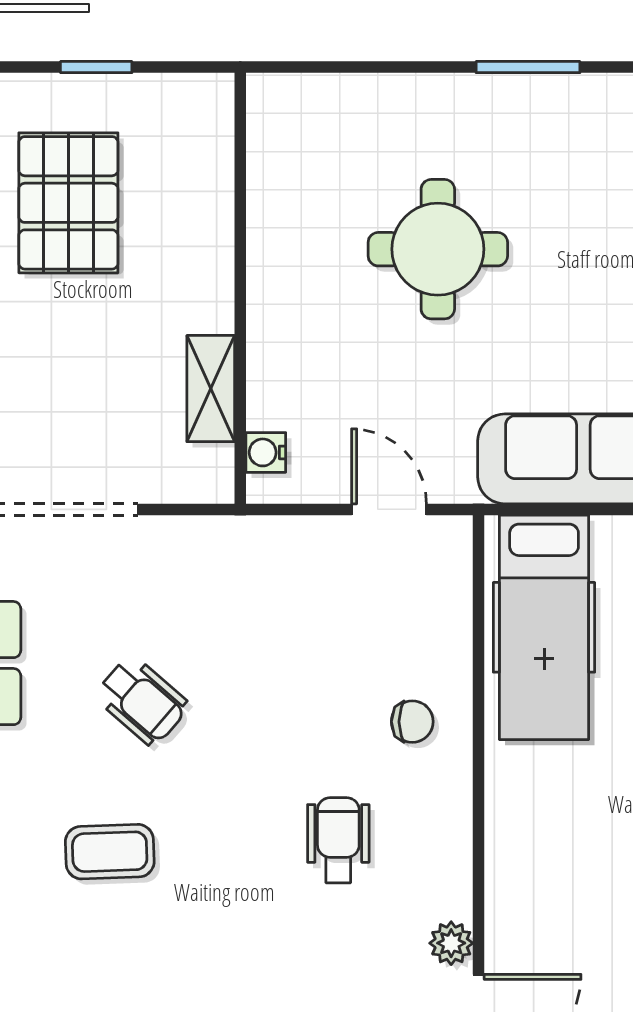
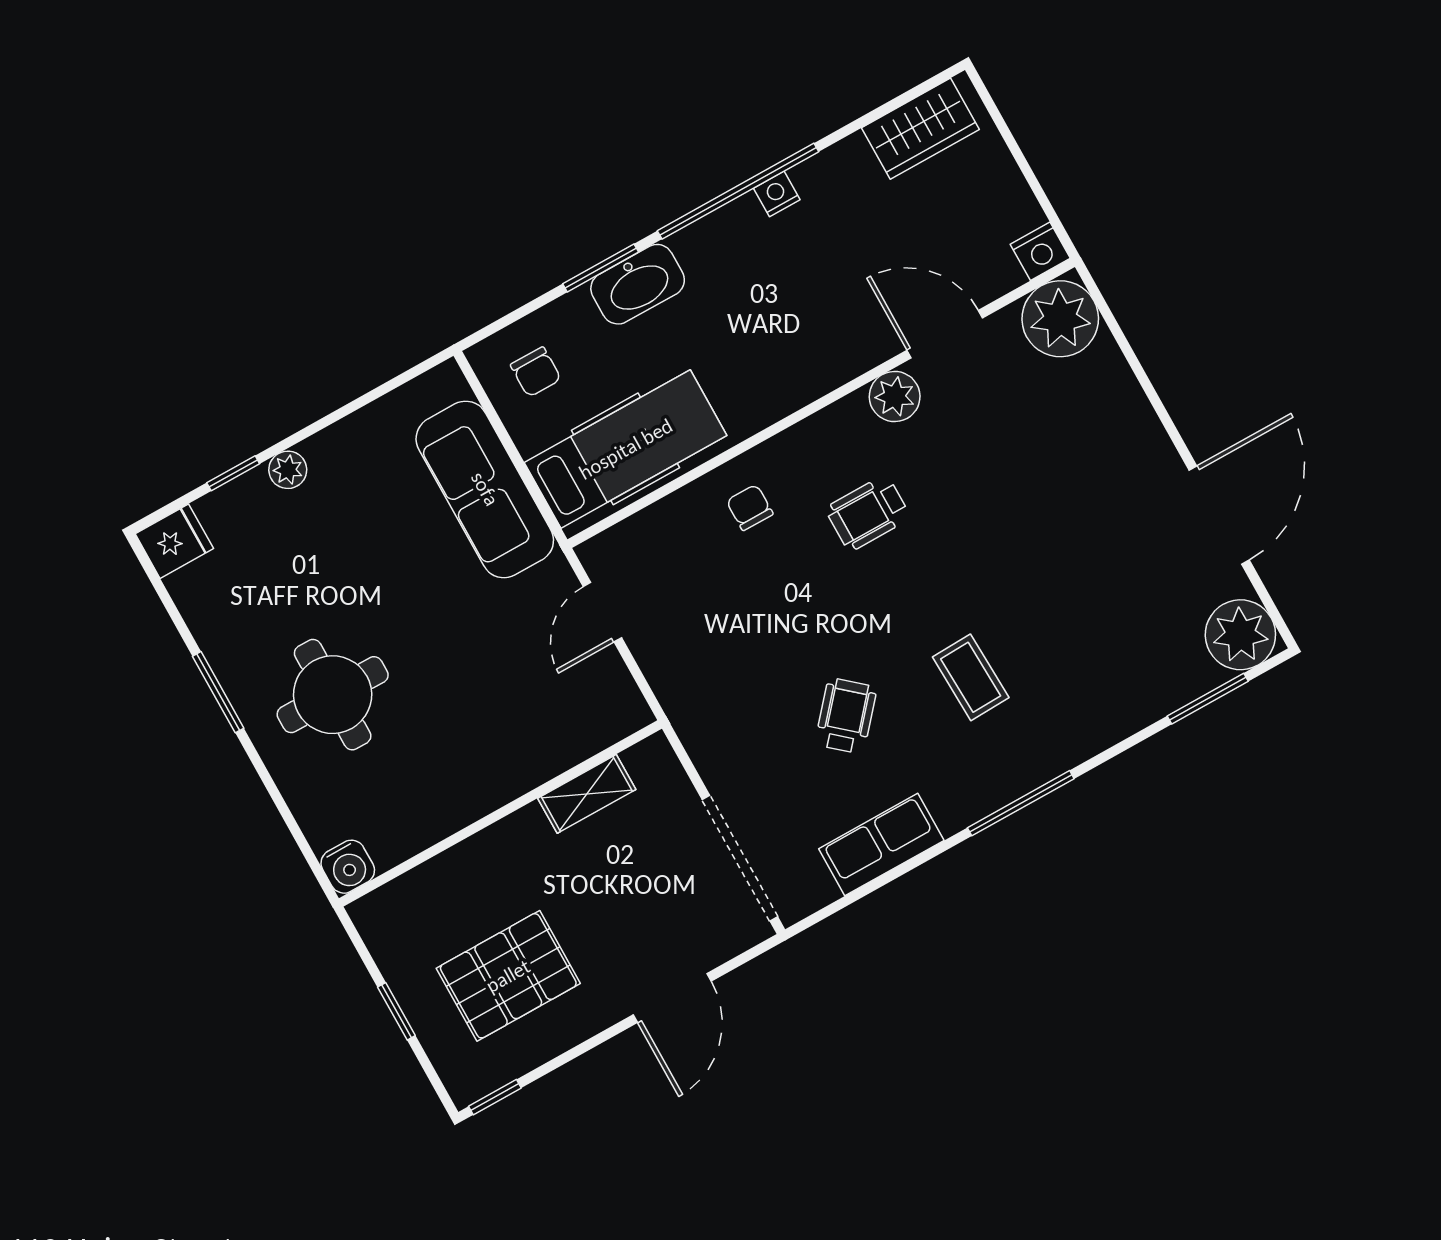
round table: (438, 249) -> (333, 695), moved
water cooler: (266, 452) -> (348, 867), moved, width x1.38, depth x1.38
plant: (451, 943) -> (895, 396), width x1.38, depth x1.38

